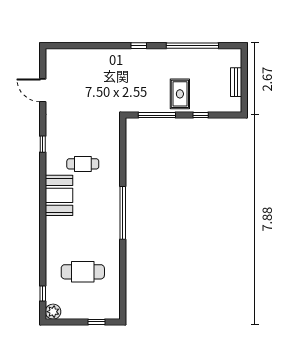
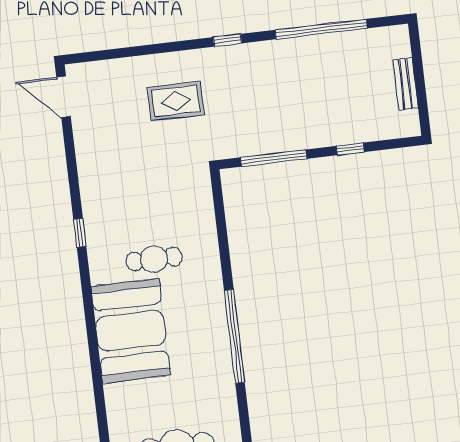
door: (43, 90) -> (64, 97), moved
rug: (180, 94) -> (176, 101), moved, turned 90
booth: (59, 195) -> (131, 331), width x1.36, depth x1.42

